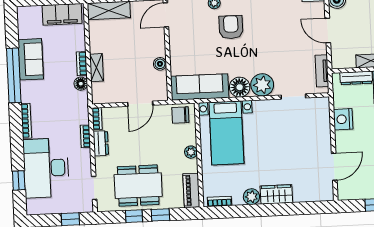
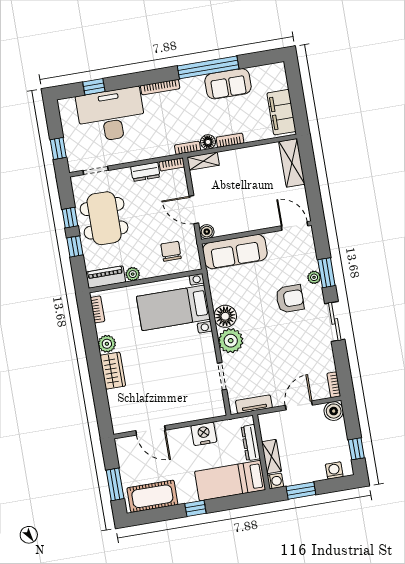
boiler: (160, 64) -> (207, 232), moved
shelving: (97, 68) -> (203, 161), moved
sofa: (200, 87) -> (235, 252), moved, turned 90
chair: (180, 115) -> (171, 251), moved
bookcase: (85, 136) -> (188, 148), moved
plant: (191, 152) -> (133, 274), moved

